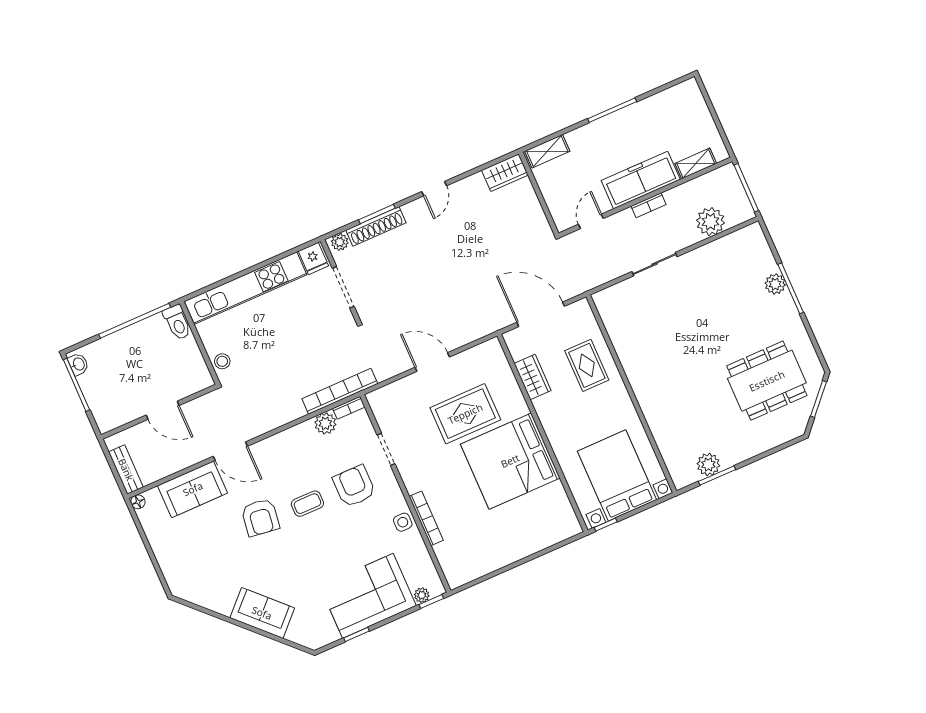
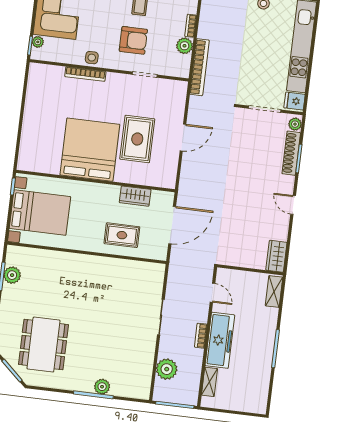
bookcase: (349, 408) -> (191, 26), moved

